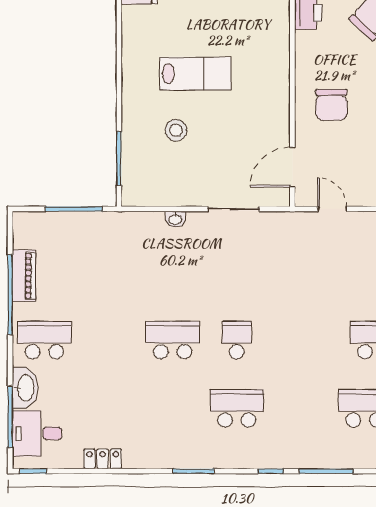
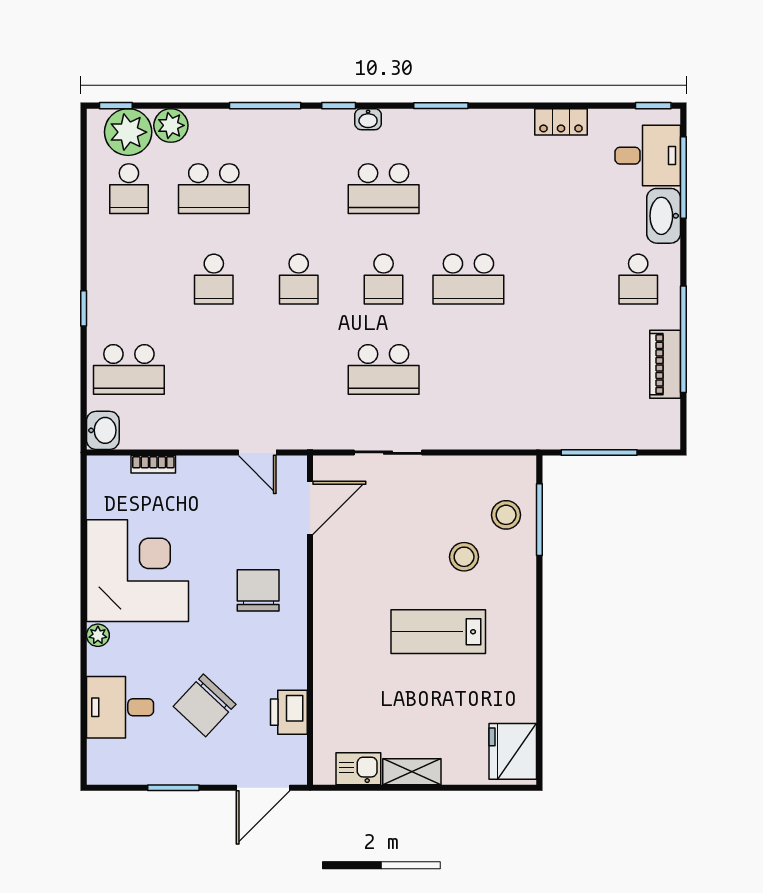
stool: (144, 162) -> (506, 515), added
washbasin: (175, 219) -> (368, 119), moved, turned 180
school desk: (237, 272) -> (384, 369), added
school desk: (44, 340) -> (638, 279), width x0.54
school desk: (301, 340) -> (299, 279), added

